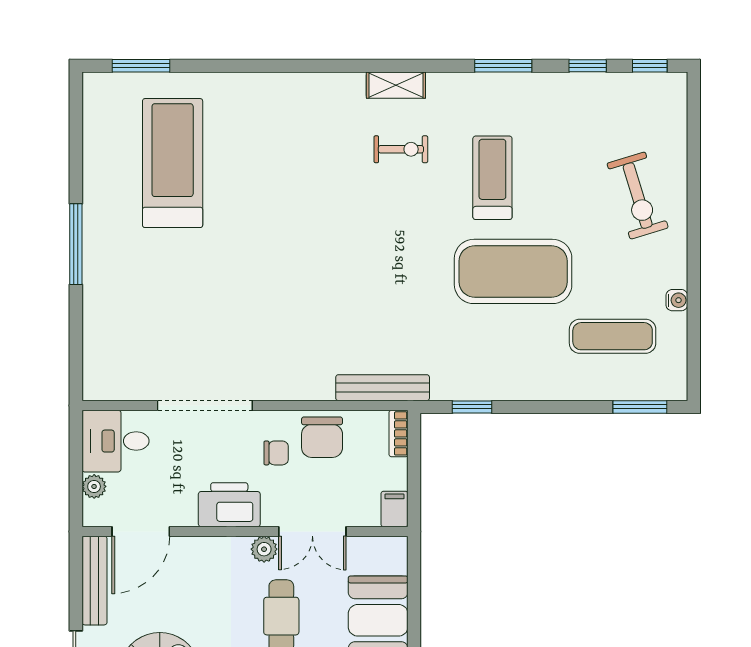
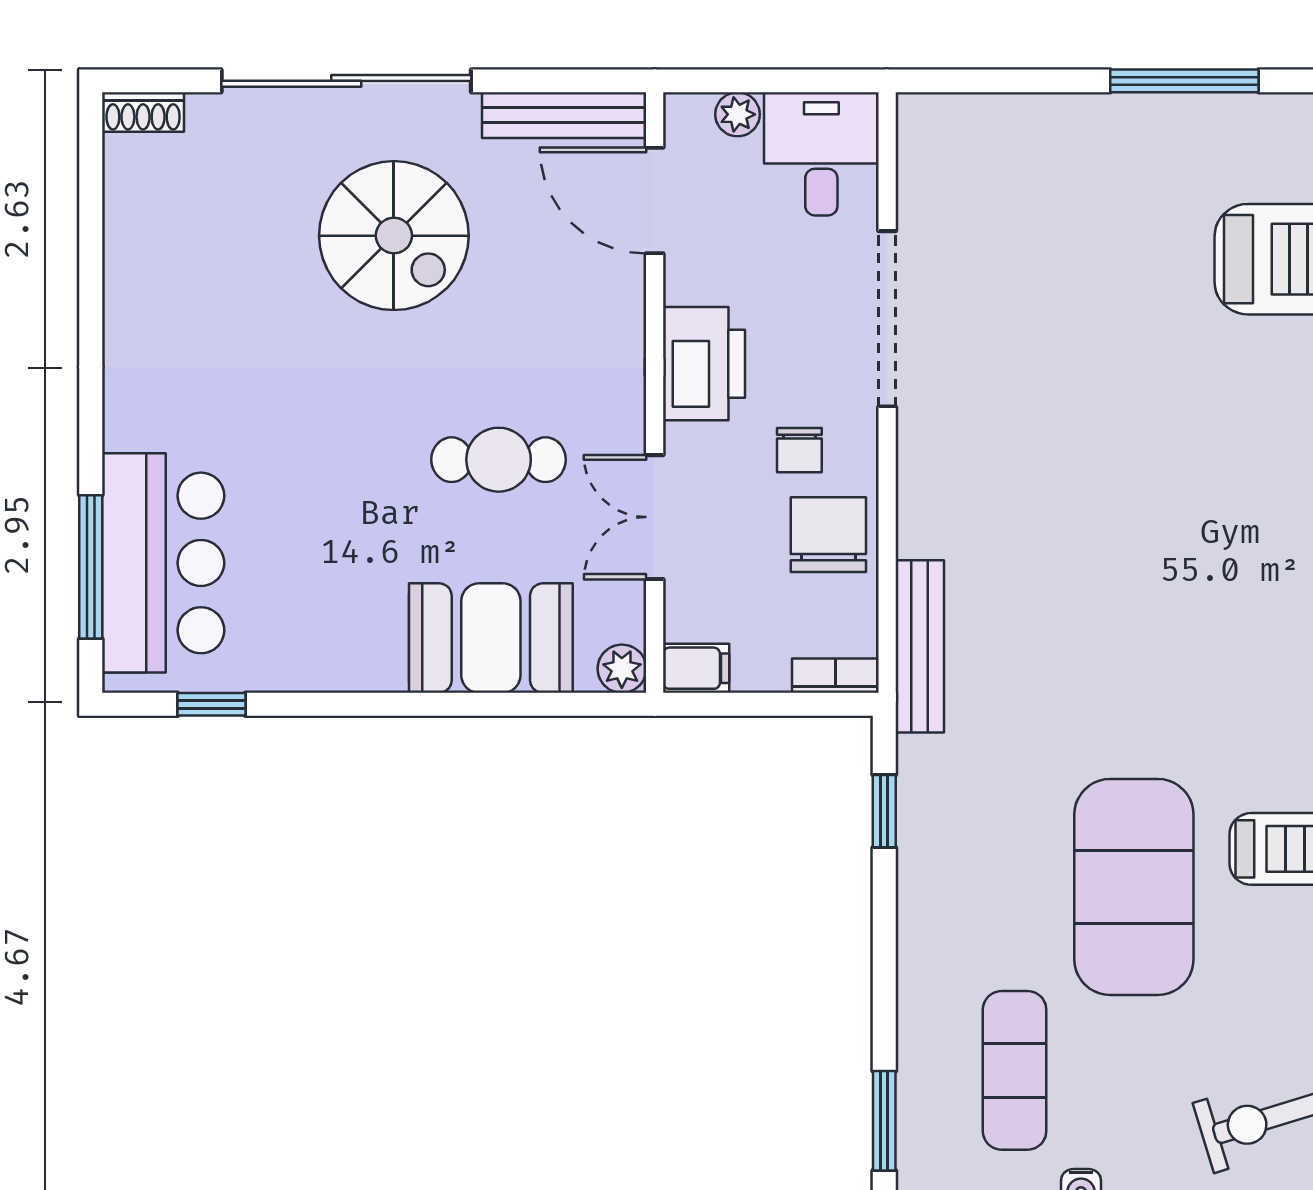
chair: (322, 437) -> (828, 535), turned 90
plant: (264, 549) -> (622, 669), moved

